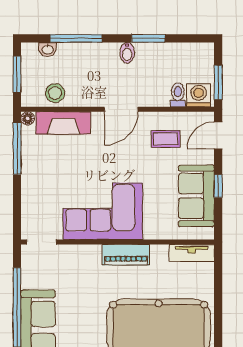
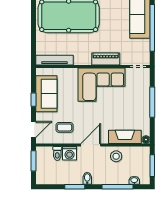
stool: (55, 93) -> (116, 156), moved
washing machine: (199, 95) -> (70, 153), moved
window: (17, 149) -> (152, 102), moved
tv unit: (192, 253) -> (54, 60), width x1.41
piano: (126, 255) -> (106, 59), moved

